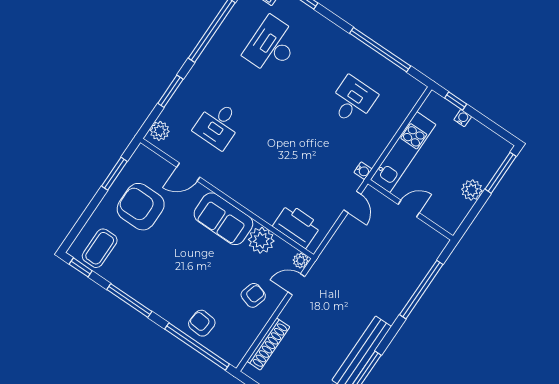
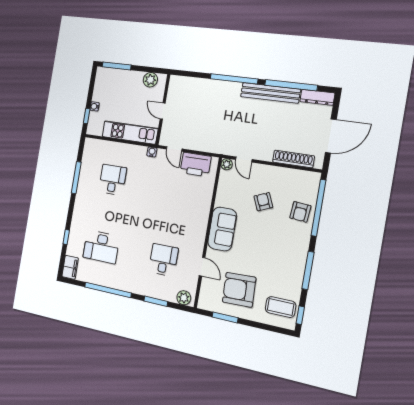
window: (380, 50) -> (76, 178), width x0.68
desk: (353, 101) -> (113, 180), turned 90
desk: (218, 125) -> (163, 260), turned -90
plant: (472, 190) -> (150, 80), moved
door: (352, 202) -> (174, 149), swing flipped
armchair: (141, 207) -> (239, 290), turned 88
printer: (297, 226) -> (196, 164), moved, turned -90
plant: (261, 240) -> (225, 197), removed
window: (421, 290) -> (234, 79), moved
armchair: (253, 295) -> (263, 202), moved, turned 50

